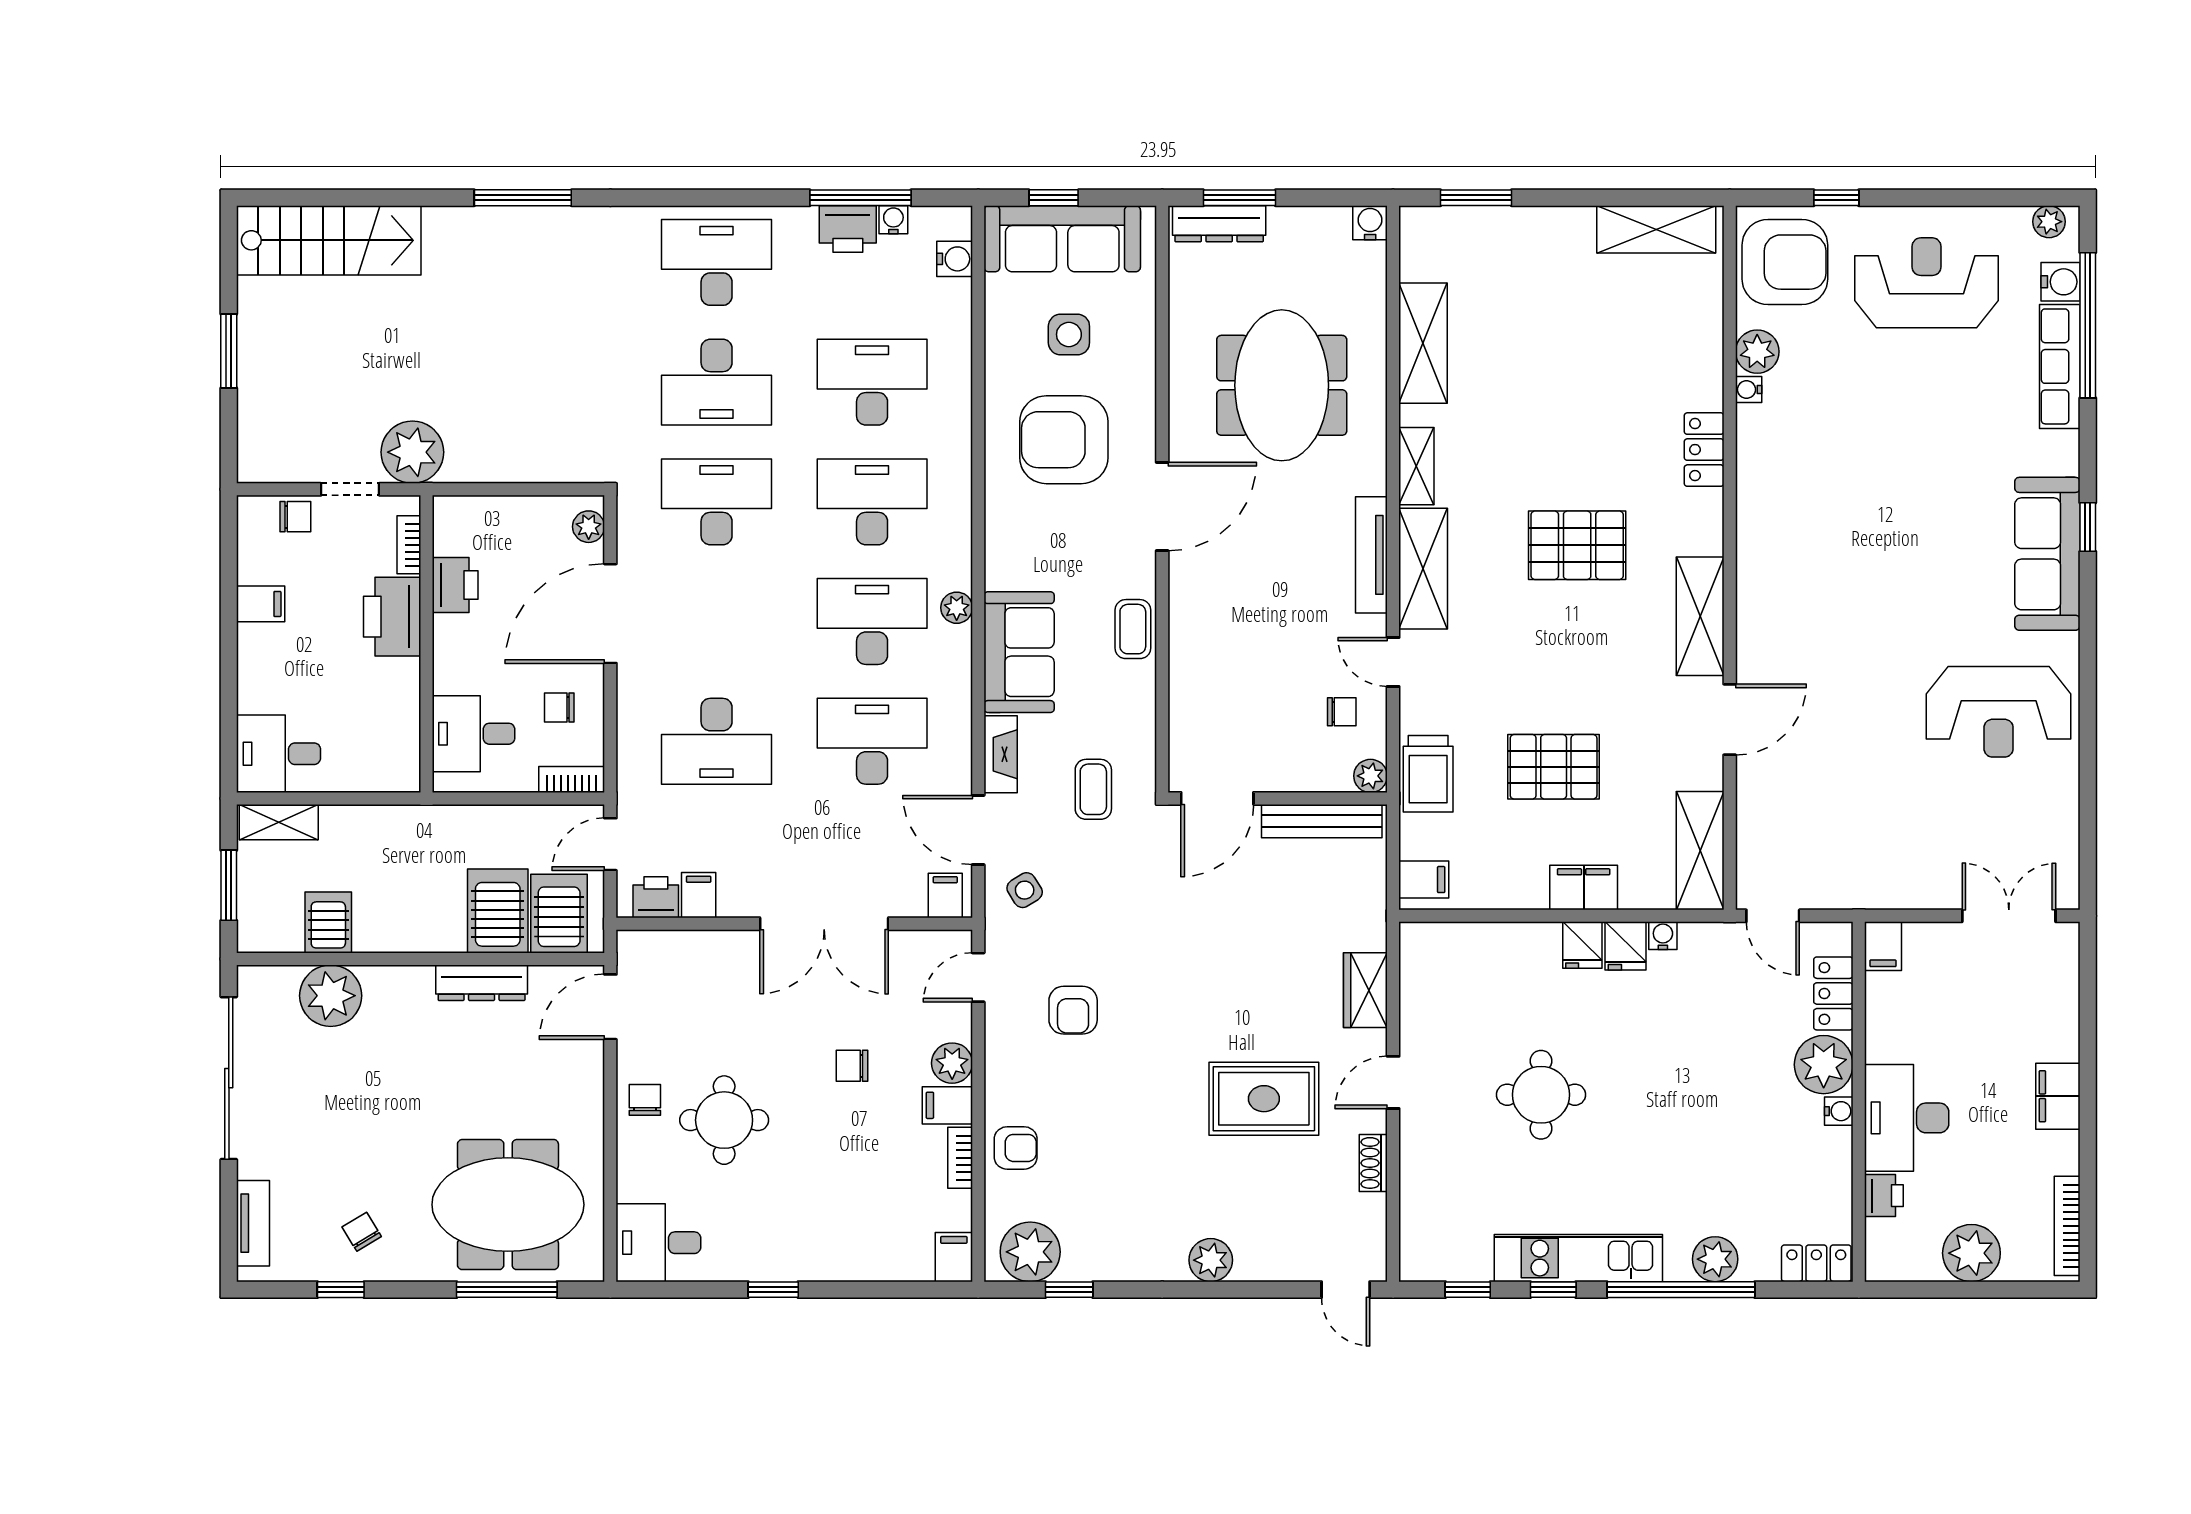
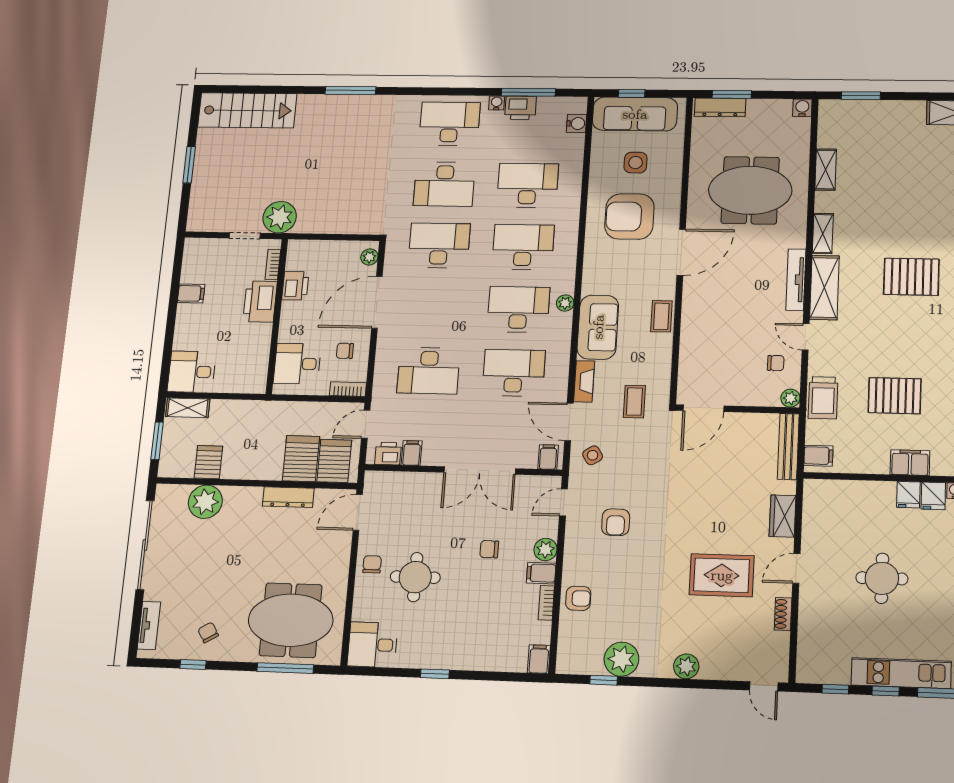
water cooler: (893, 220) -> (497, 103), moved
shelving: (1423, 343) -> (826, 170), width x0.67, depth x0.75
meeting table: (1282, 385) -> (750, 190), turned 90
chair: (295, 517) -> (214, 249), removed
bench: (1322, 821) -> (788, 447), moved, turned 90
plant: (1030, 1252) -> (621, 659), moved

